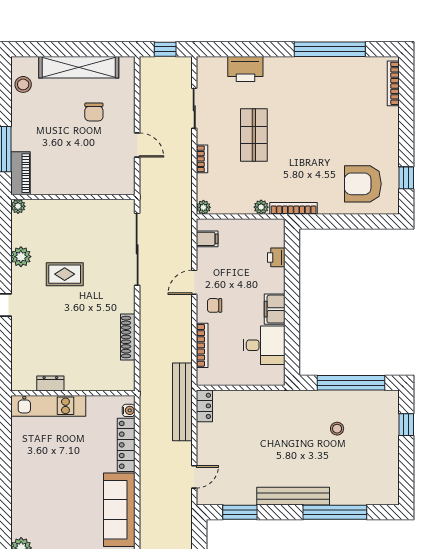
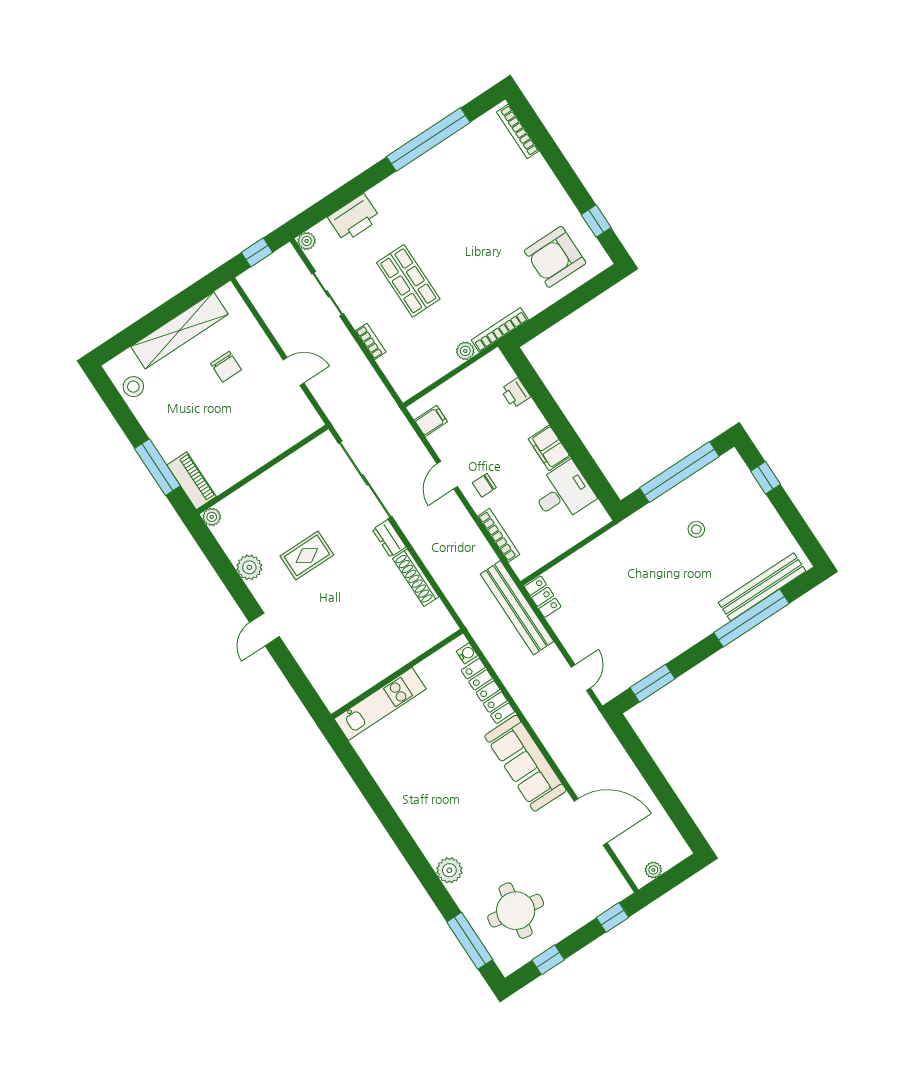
plant: (203, 207) -> (307, 241), moved
dresser: (50, 383) -> (389, 538), moved, turned -90
bench: (293, 496) -> (762, 587), moved

